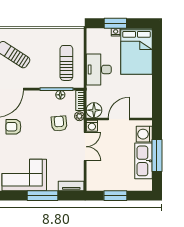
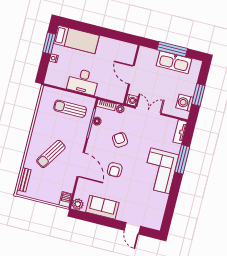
window: (115, 23) -> (49, 43), moved
bed: (137, 51) -> (77, 39), width x0.67
floor lamp: (94, 110) -> (118, 95), removed
armchair: (59, 124) -> (120, 140), moved, turned 61
washing machine: (144, 134) -> (185, 103), moved, turned 90

